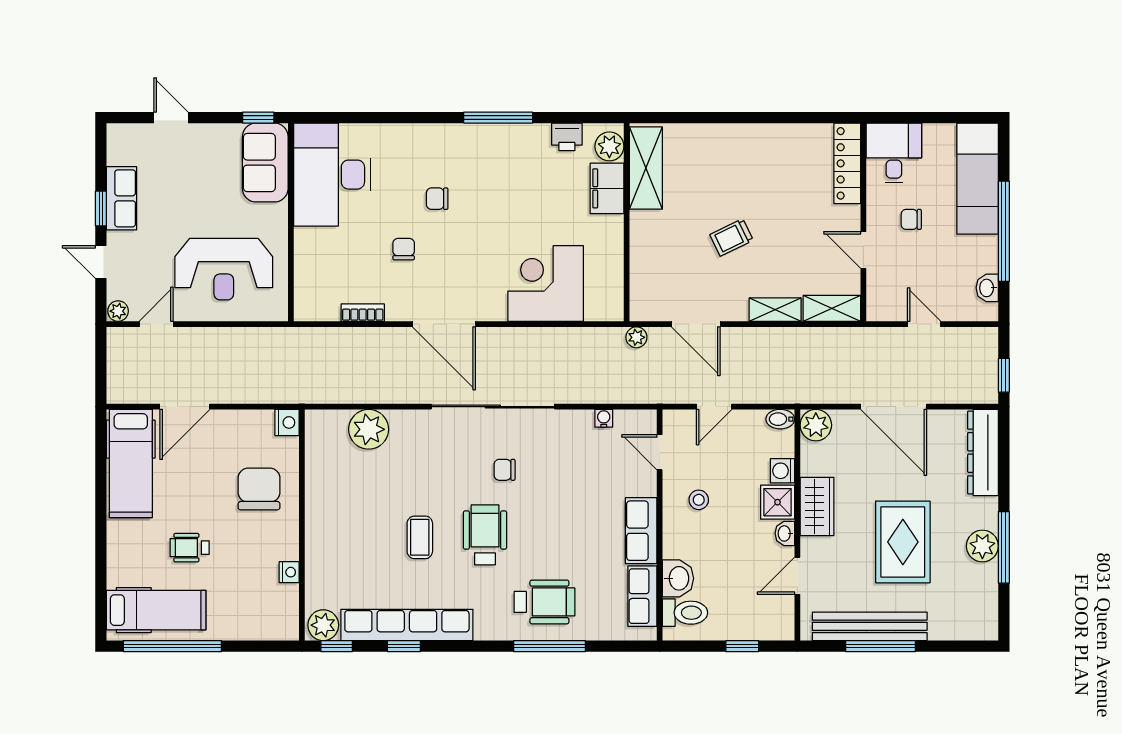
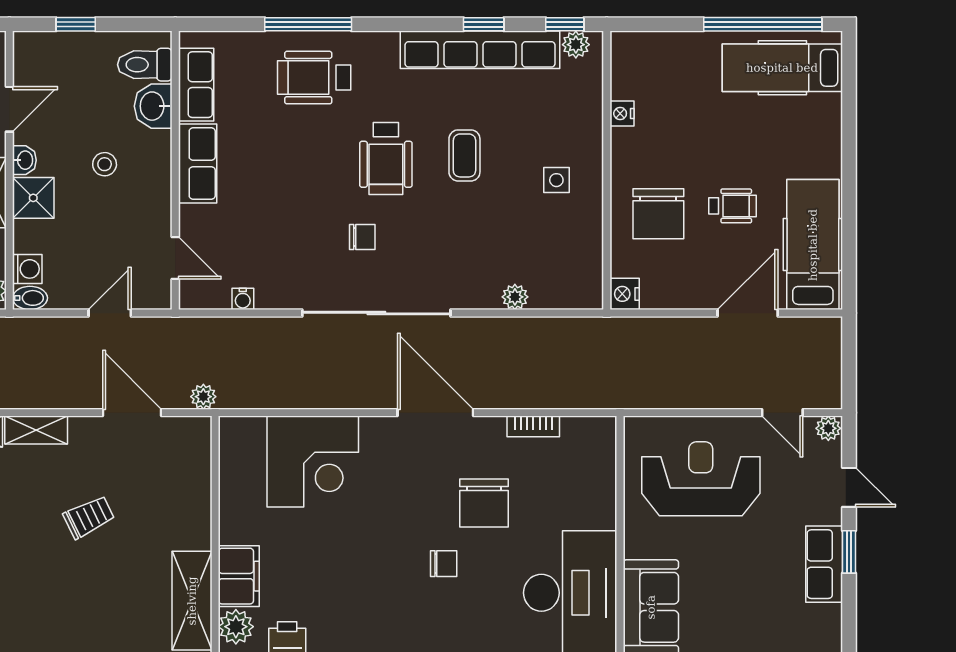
chair: (404, 249) -> (484, 503), width x1.87, depth x1.87
door: (156, 324) -> (782, 413), hinge flipped
plant: (369, 429) -> (515, 297), width x0.53, depth x0.53
washing machine: (782, 471) -> (27, 269), moved
stool: (699, 500) -> (105, 164), moved
side table: (344, 517) -> (556, 180), added
wheelchair: (190, 548) -> (732, 206), moved
plant: (323, 625) -> (576, 45), width x0.73, depth x0.73

